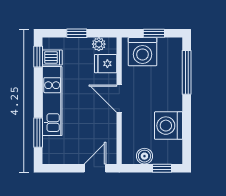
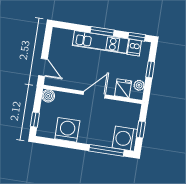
washing machine: (142, 52) -> (125, 139), moved
window: (38, 133) -> (102, 31), moved
boiler: (144, 156) -> (48, 96), moved

